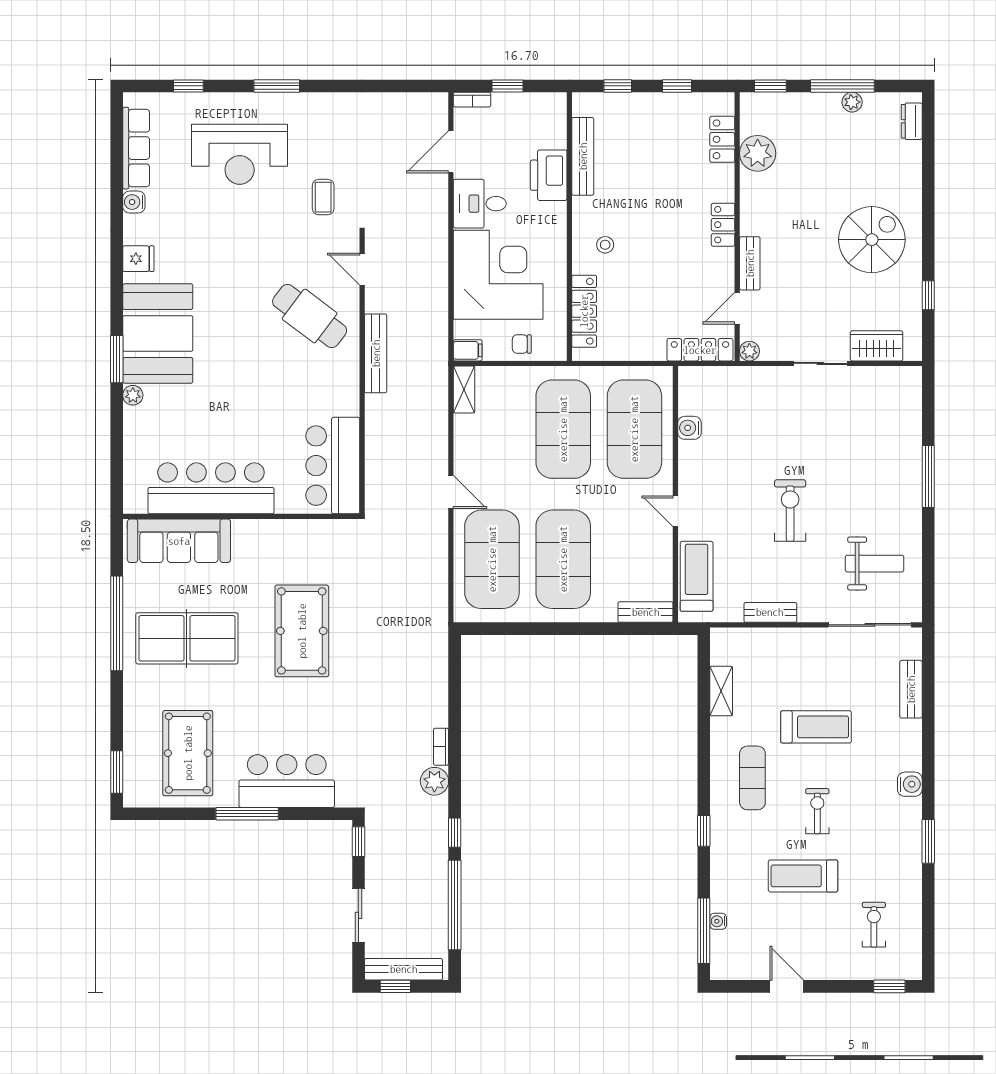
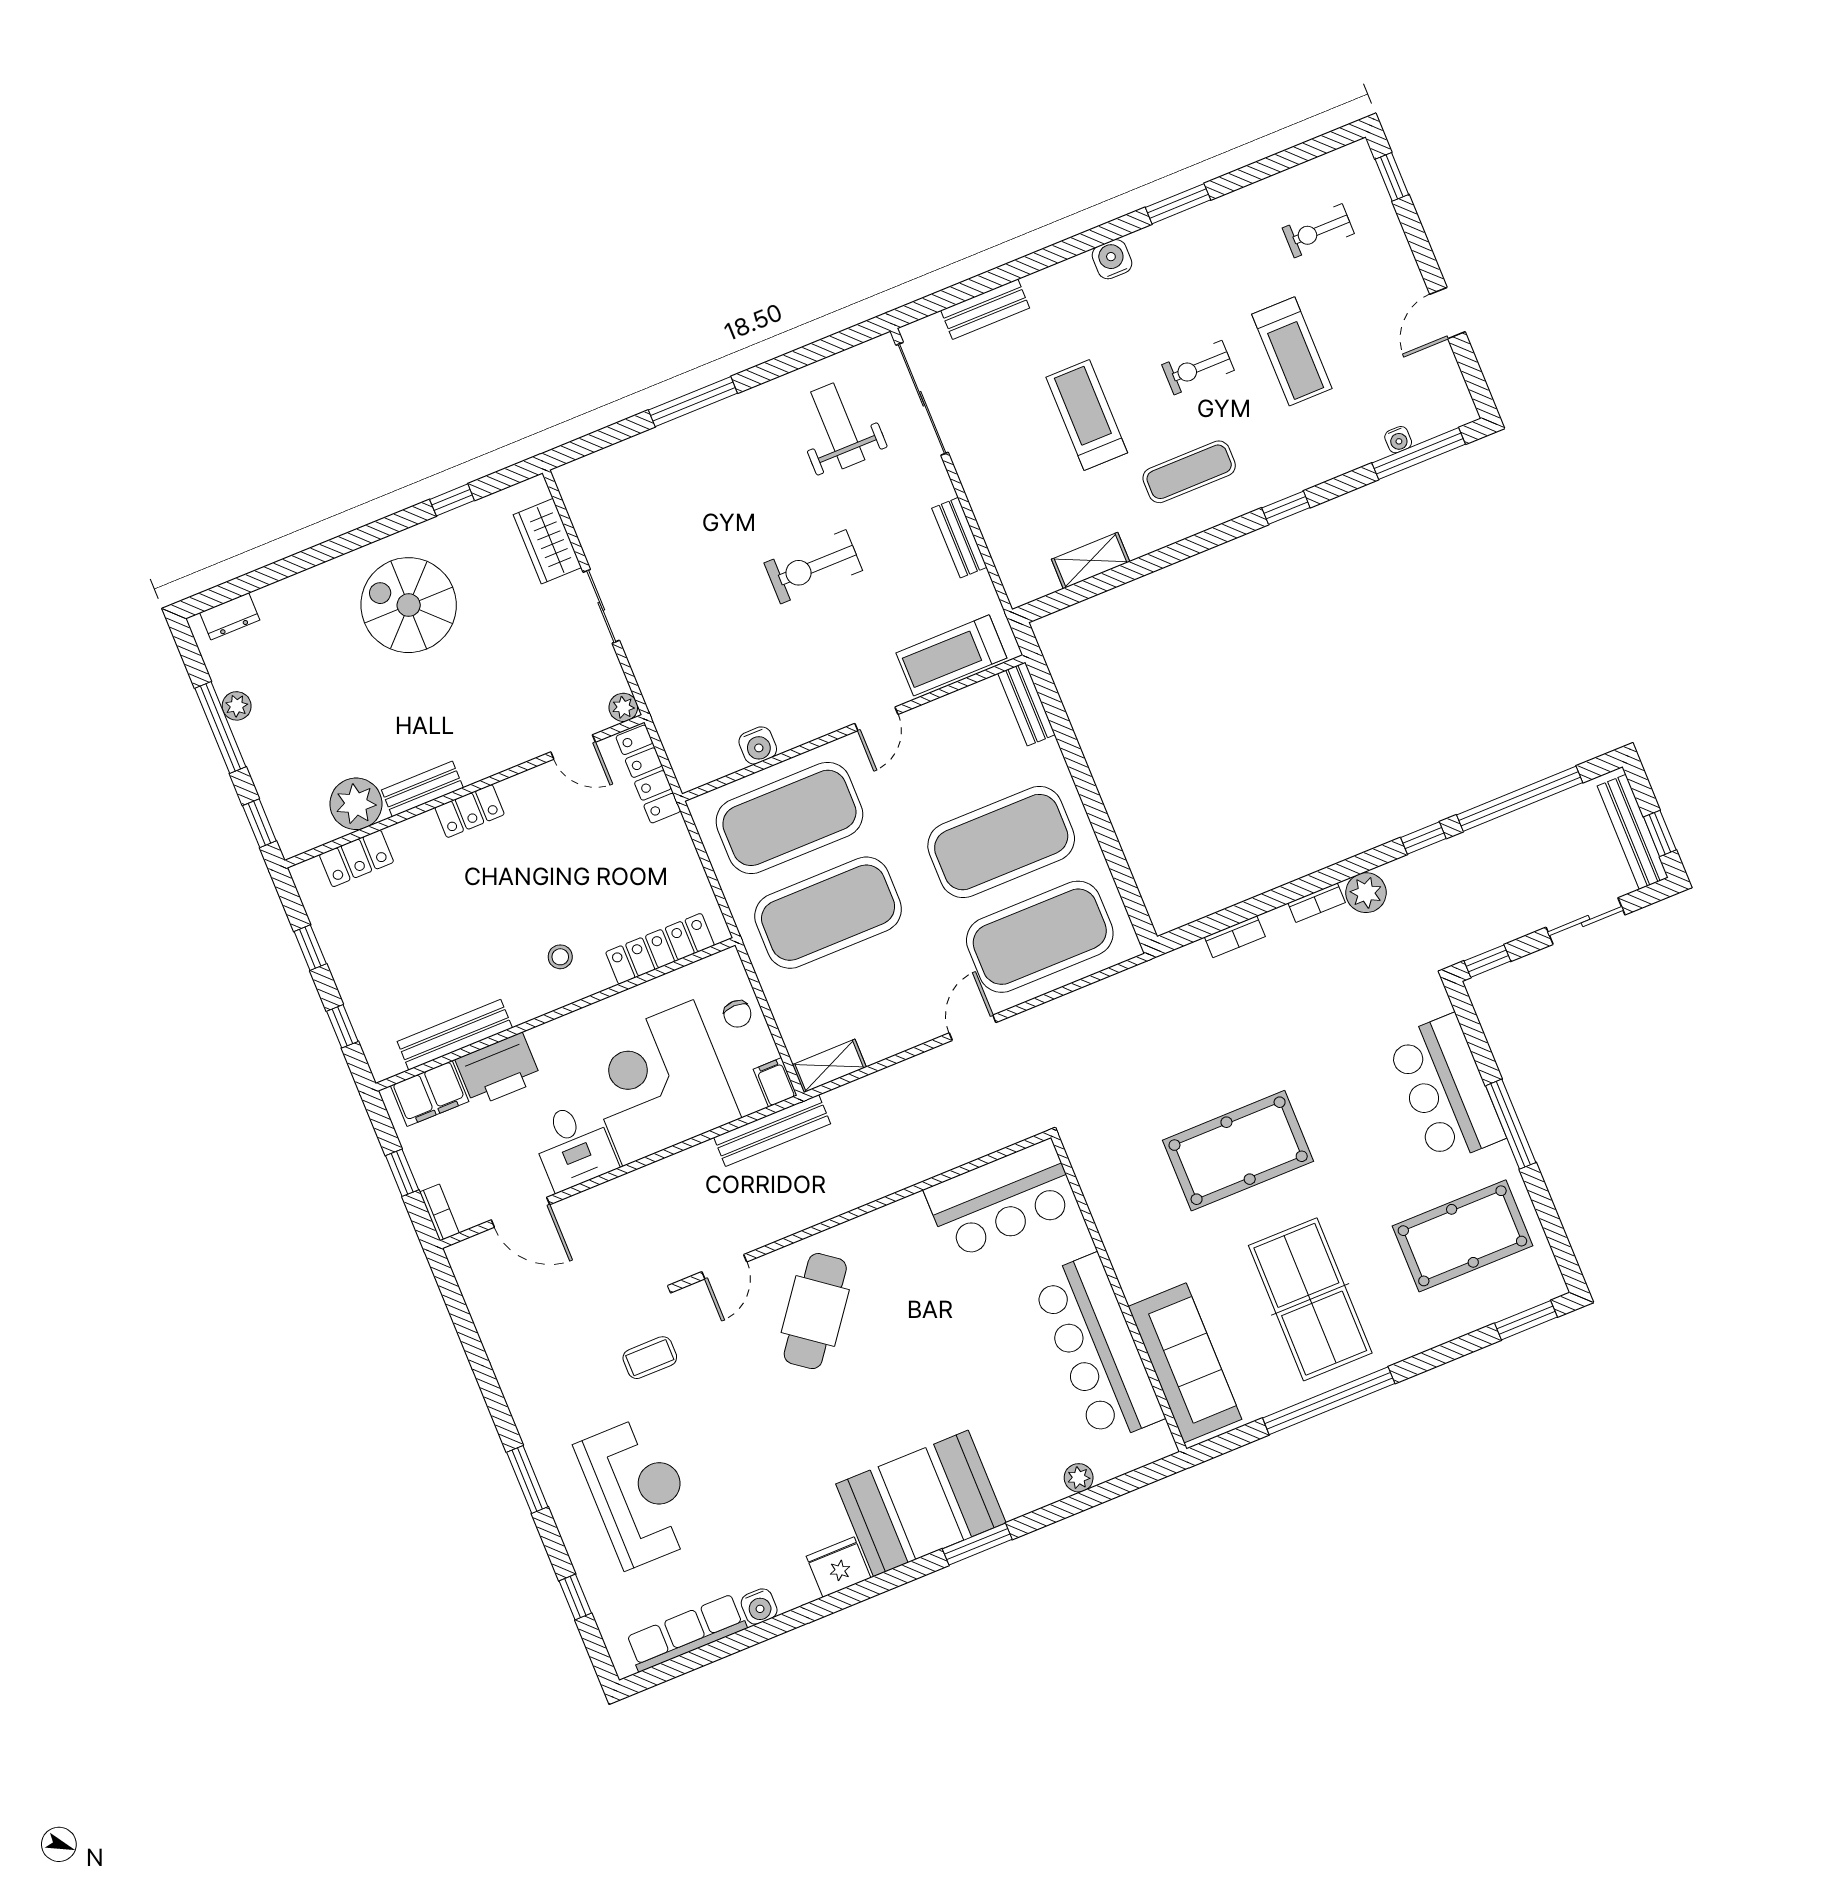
filing cabinet: (551, 125) -> (430, 1094), added
fridge: (138, 259) -> (839, 1567), width x1.38
bench: (750, 263) -> (422, 789), moved
bench: (376, 353) -> (772, 1131), moved
plant: (133, 395) -> (1079, 1478), moved
bookcase: (441, 685) -> (1235, 937), added

